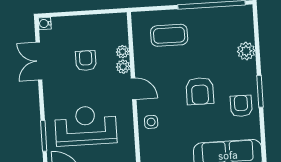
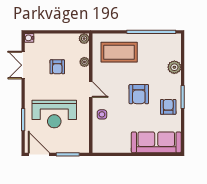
coffee table: (169, 35) -> (119, 52), width x1.36, depth x1.32
armchair: (86, 61) -> (57, 67), turned 180
plant: (123, 67) -> (84, 39), moved
reception desk: (86, 126) -> (54, 114), turned 180

